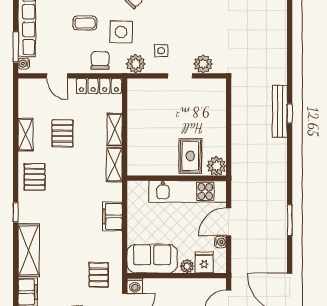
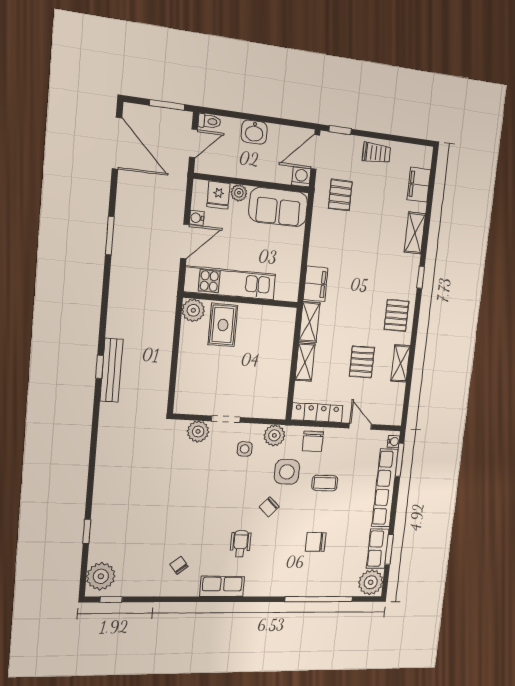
filing cabinet: (112, 216) -> (316, 284), moved
shelving: (29, 250) -> (415, 233), width x0.67, depth x0.75

